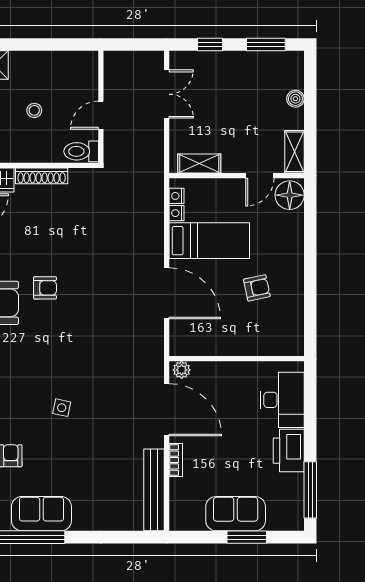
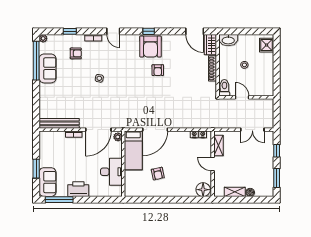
shelving: (294, 152) -> (235, 192), moved
door: (260, 176) -> (213, 164), moved
bed: (209, 241) -> (133, 150), moved
desk: (282, 400) -> (111, 172), moved, turned -90
sofa: (236, 514) -> (48, 182), moved

